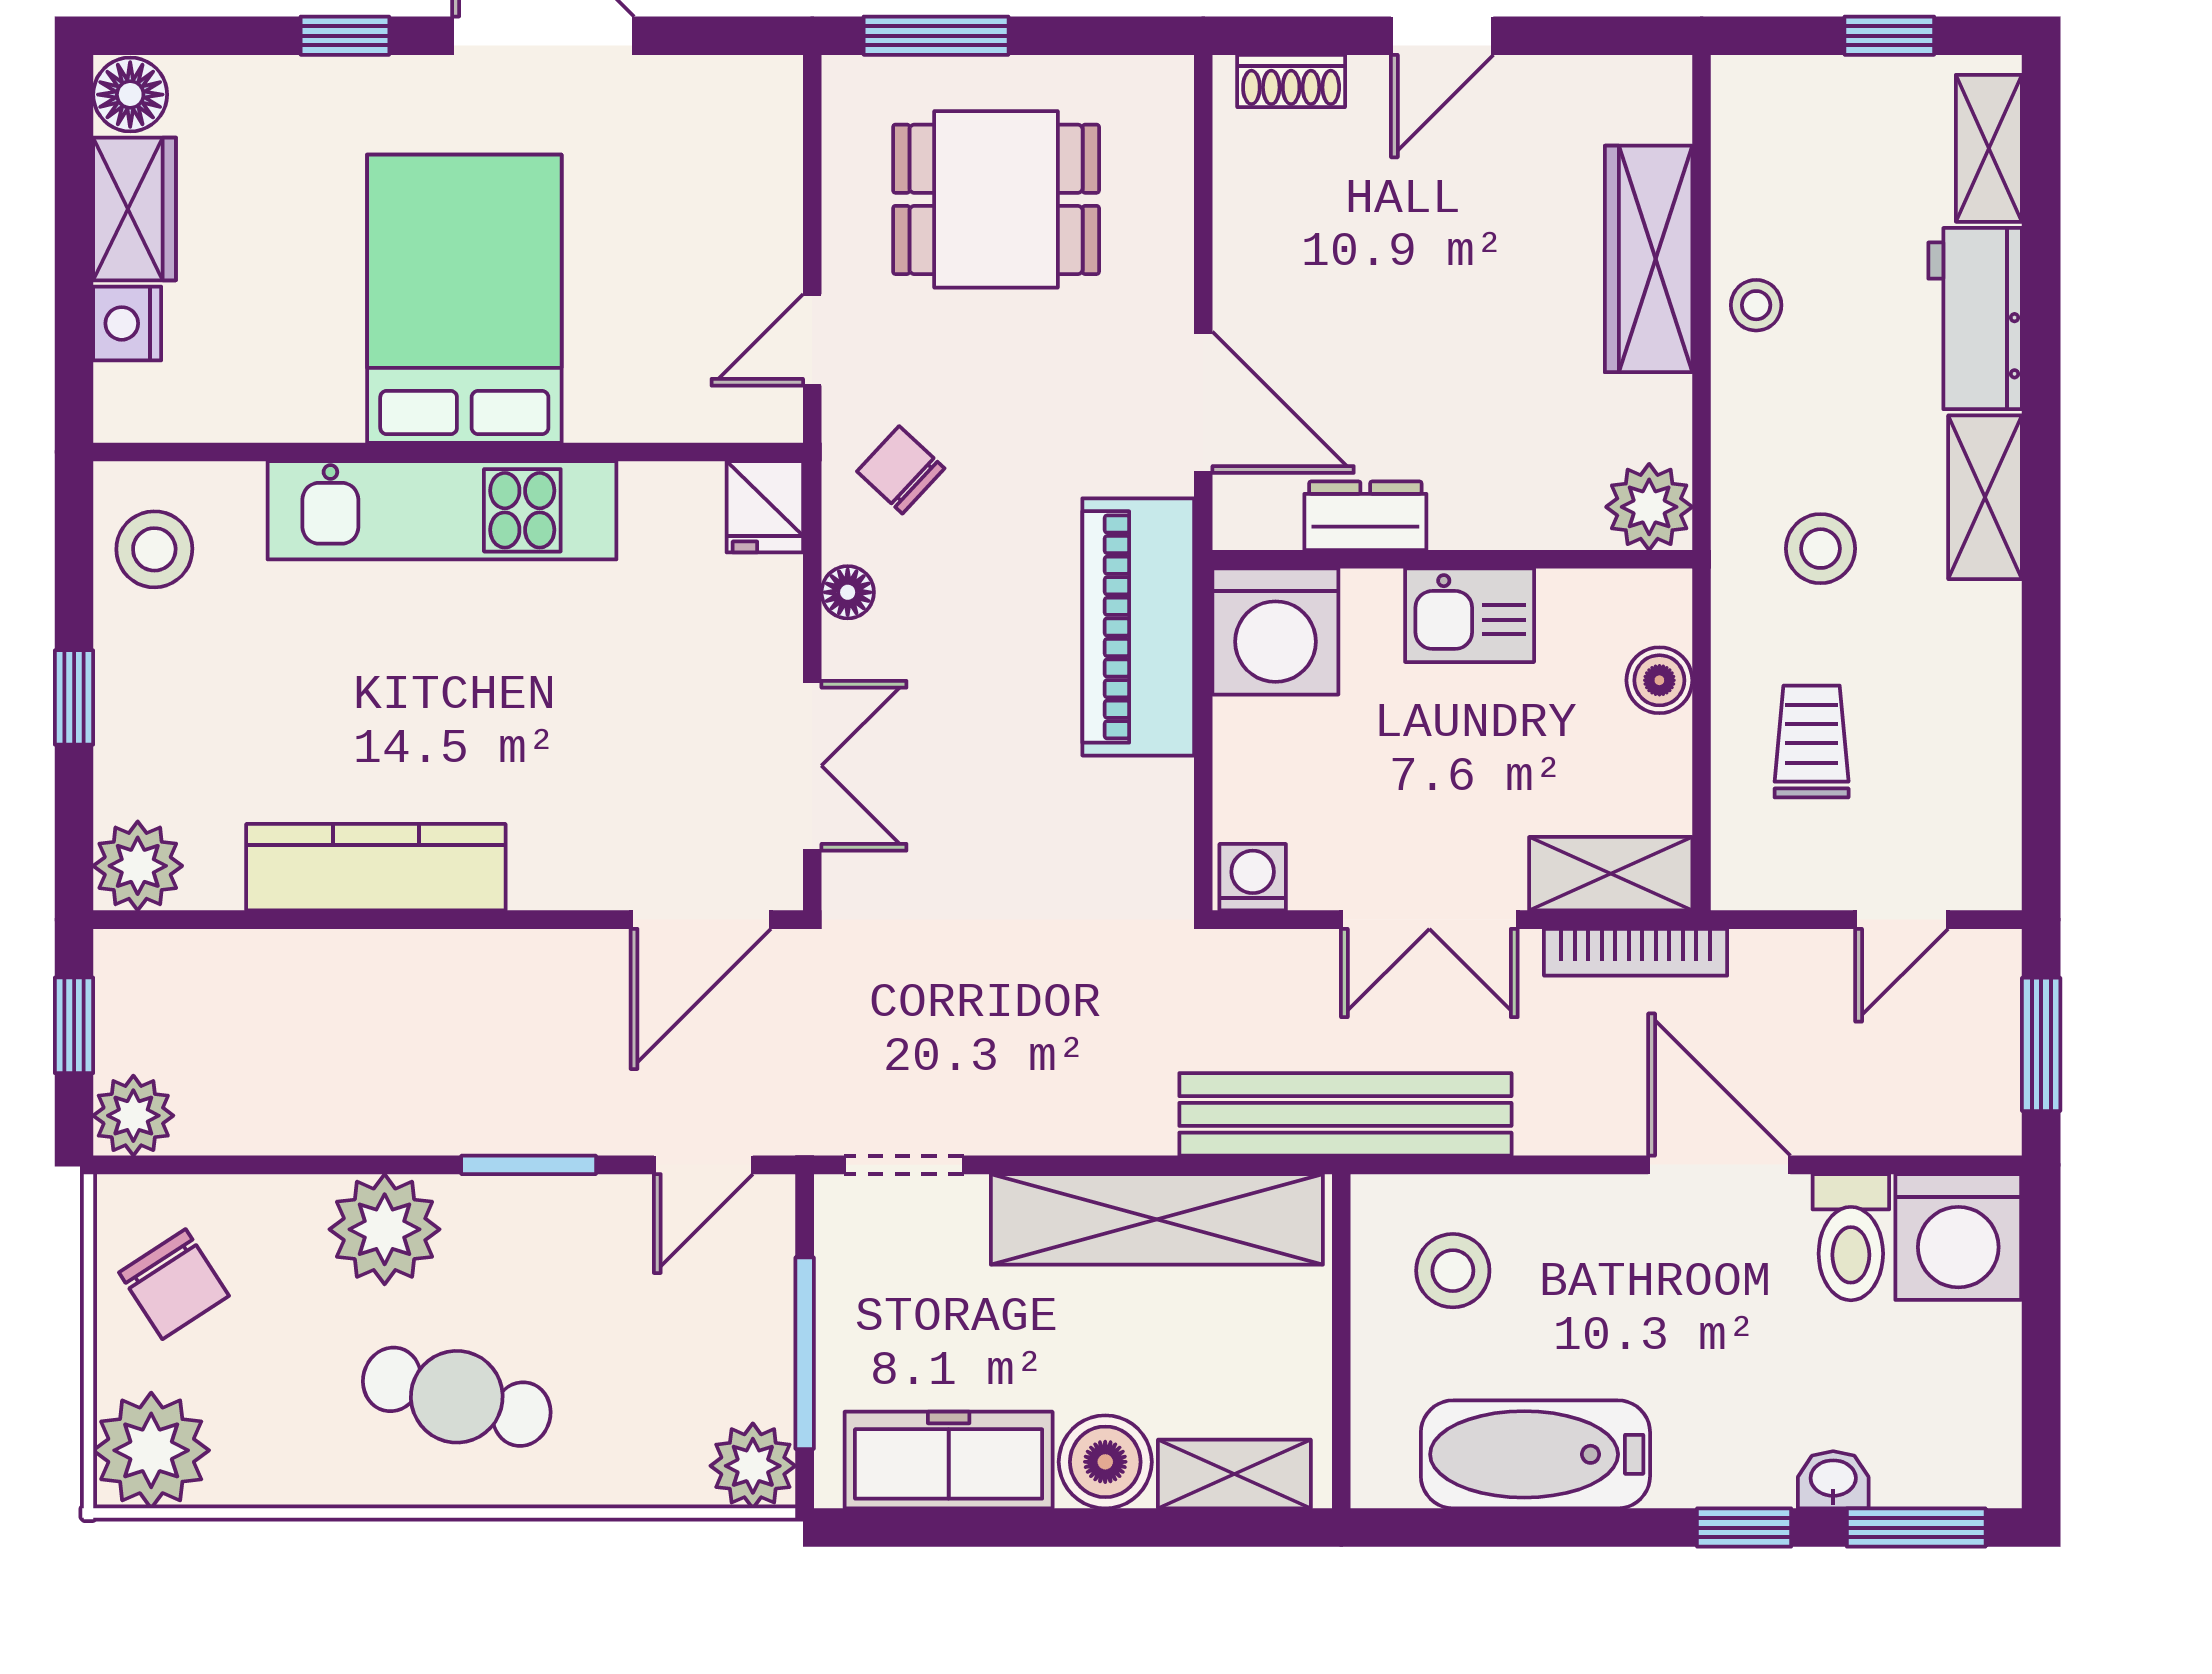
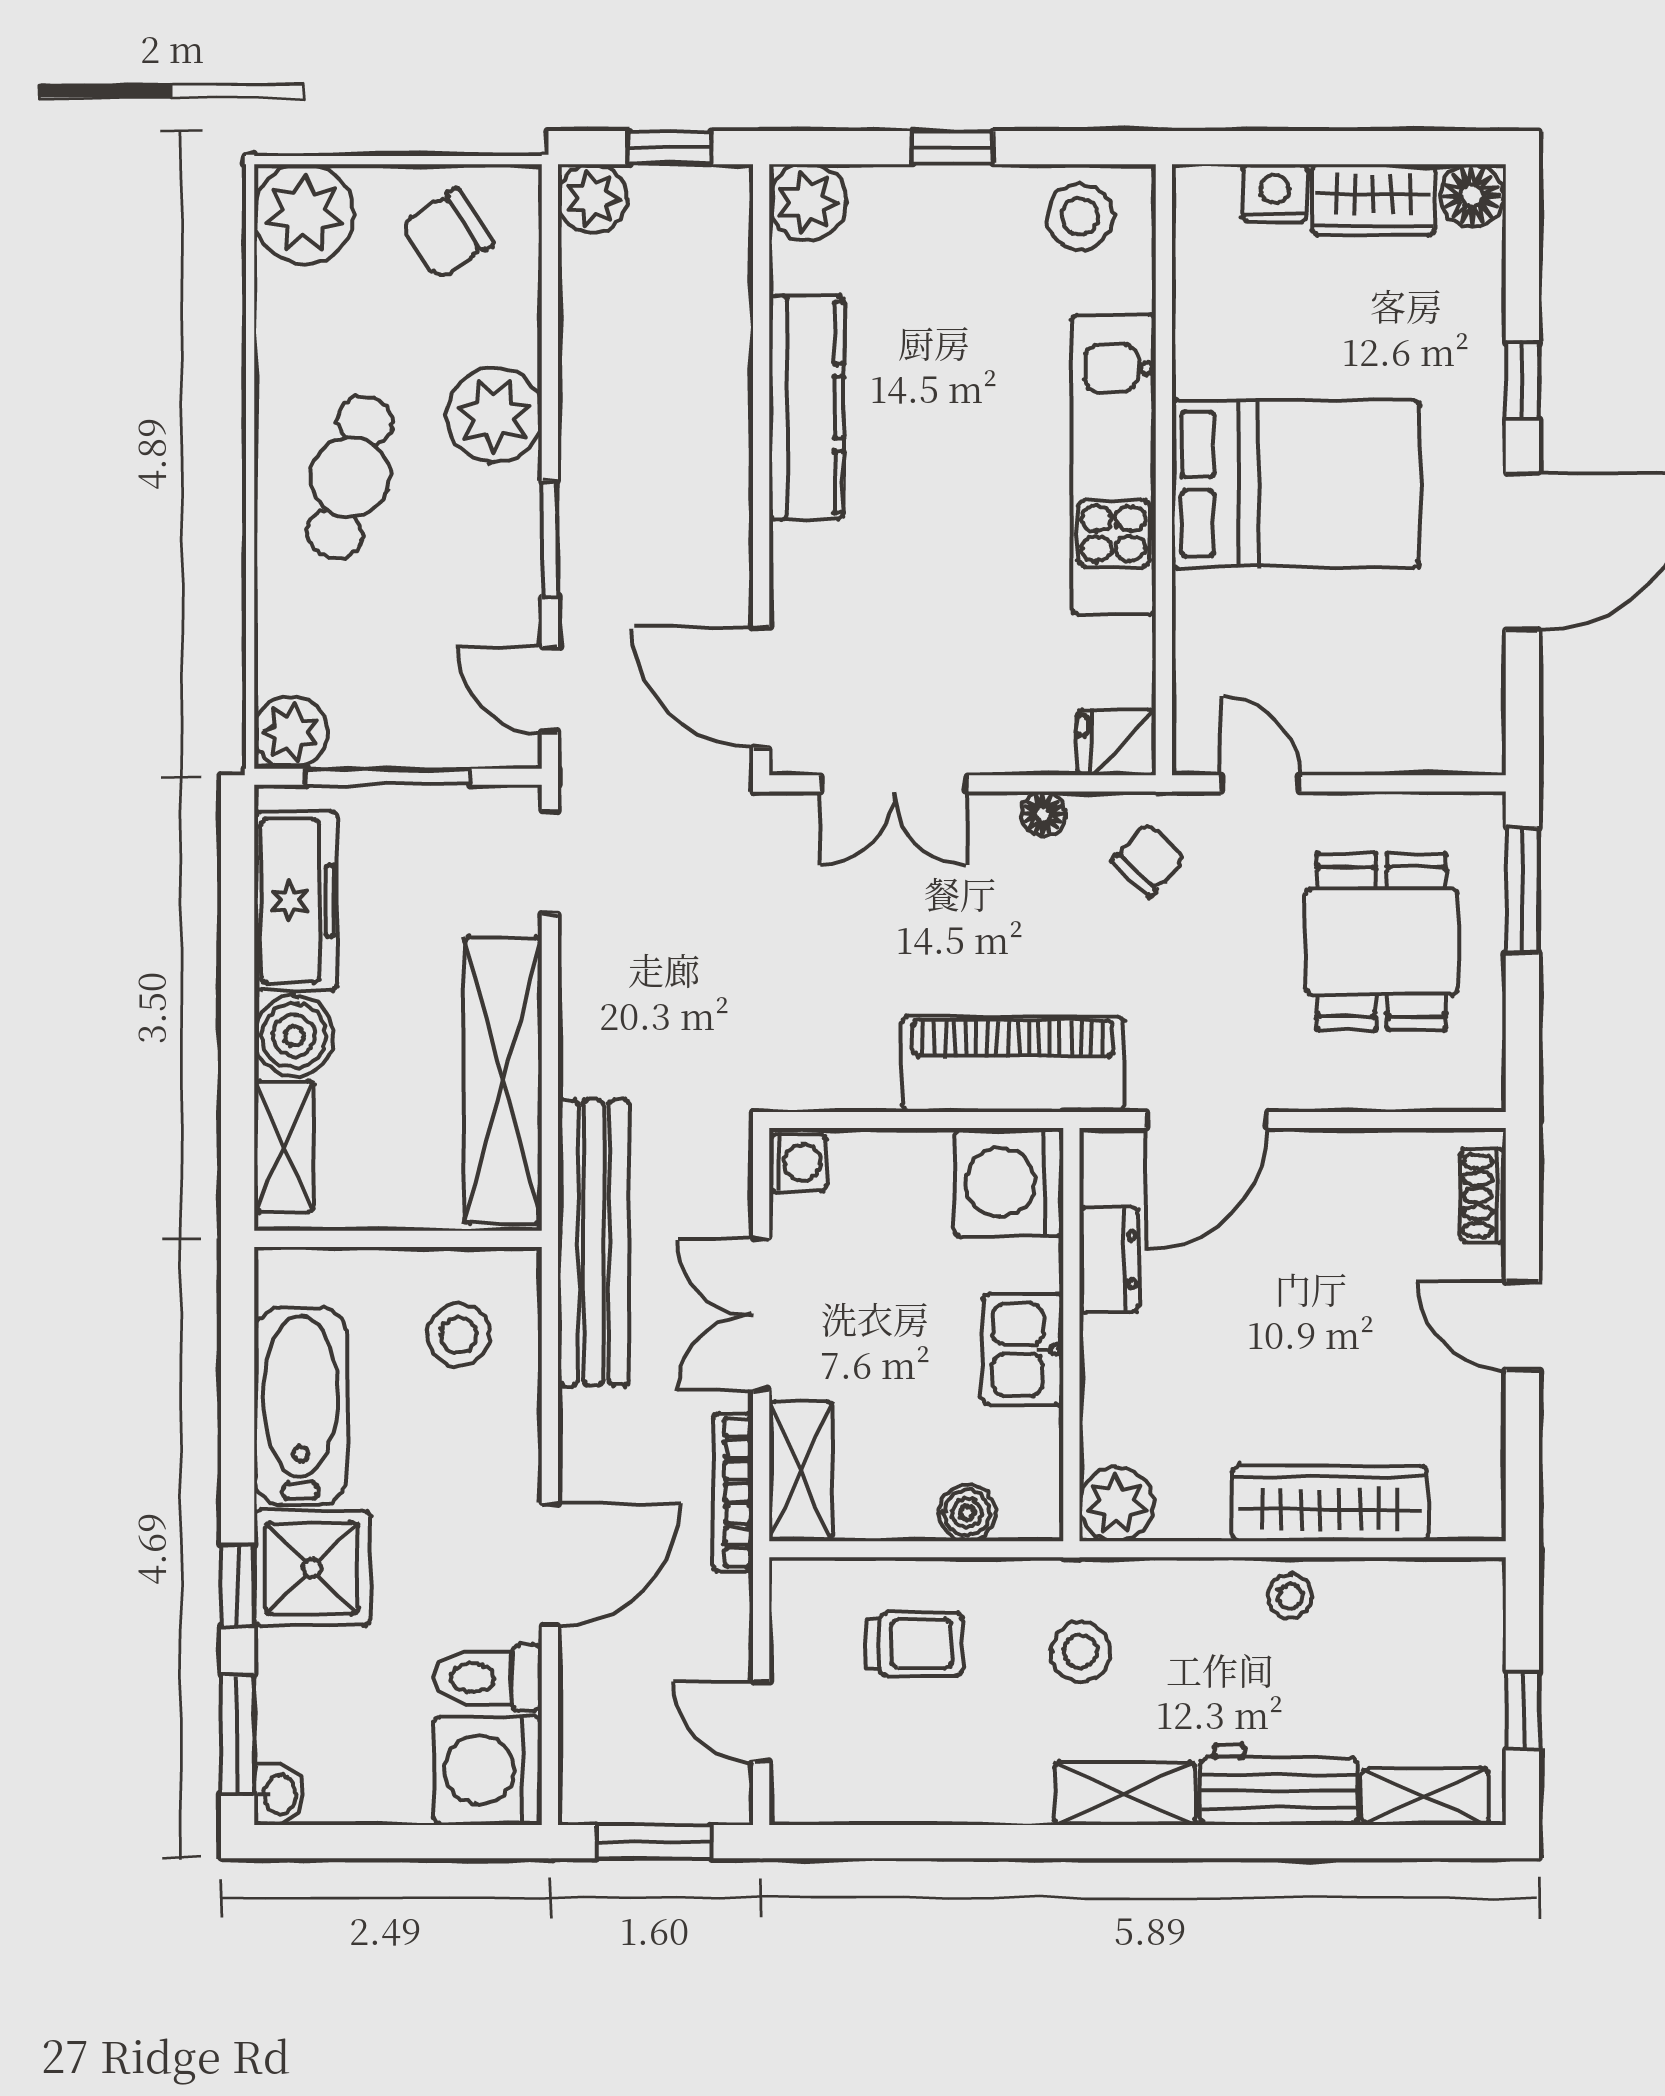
shower: (1723, 1441) -> (312, 1568), added
washbasin: (1833, 1480) -> (279, 1795), moved

